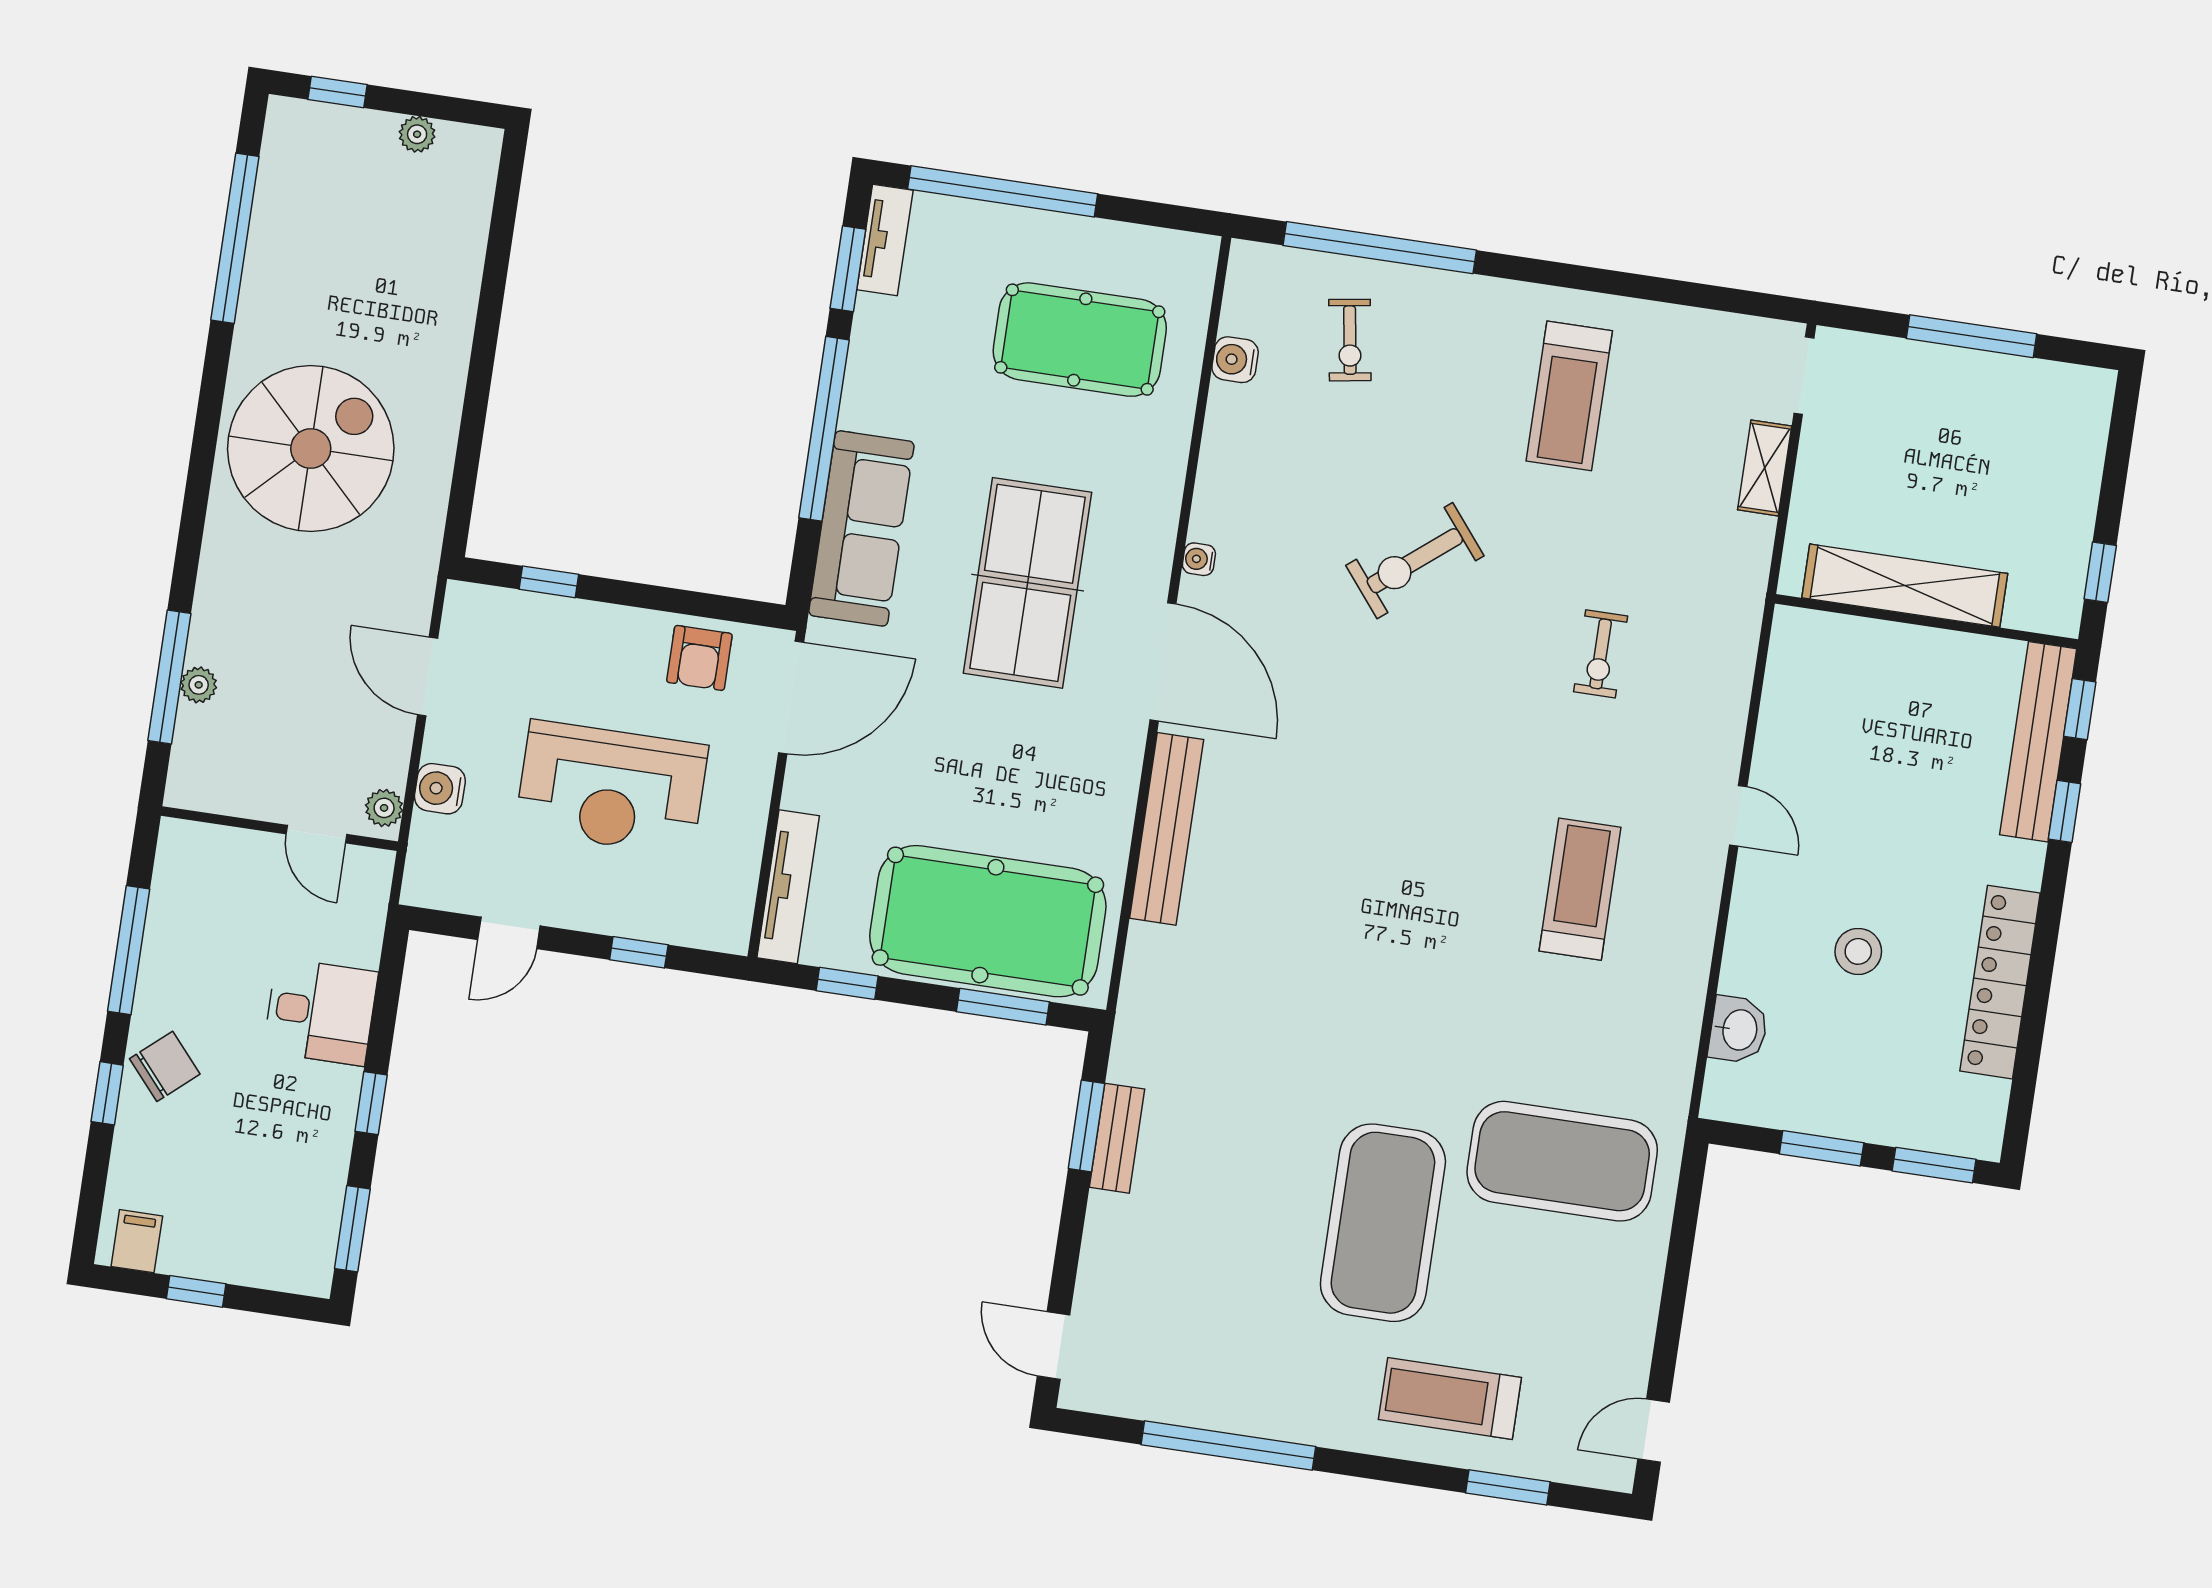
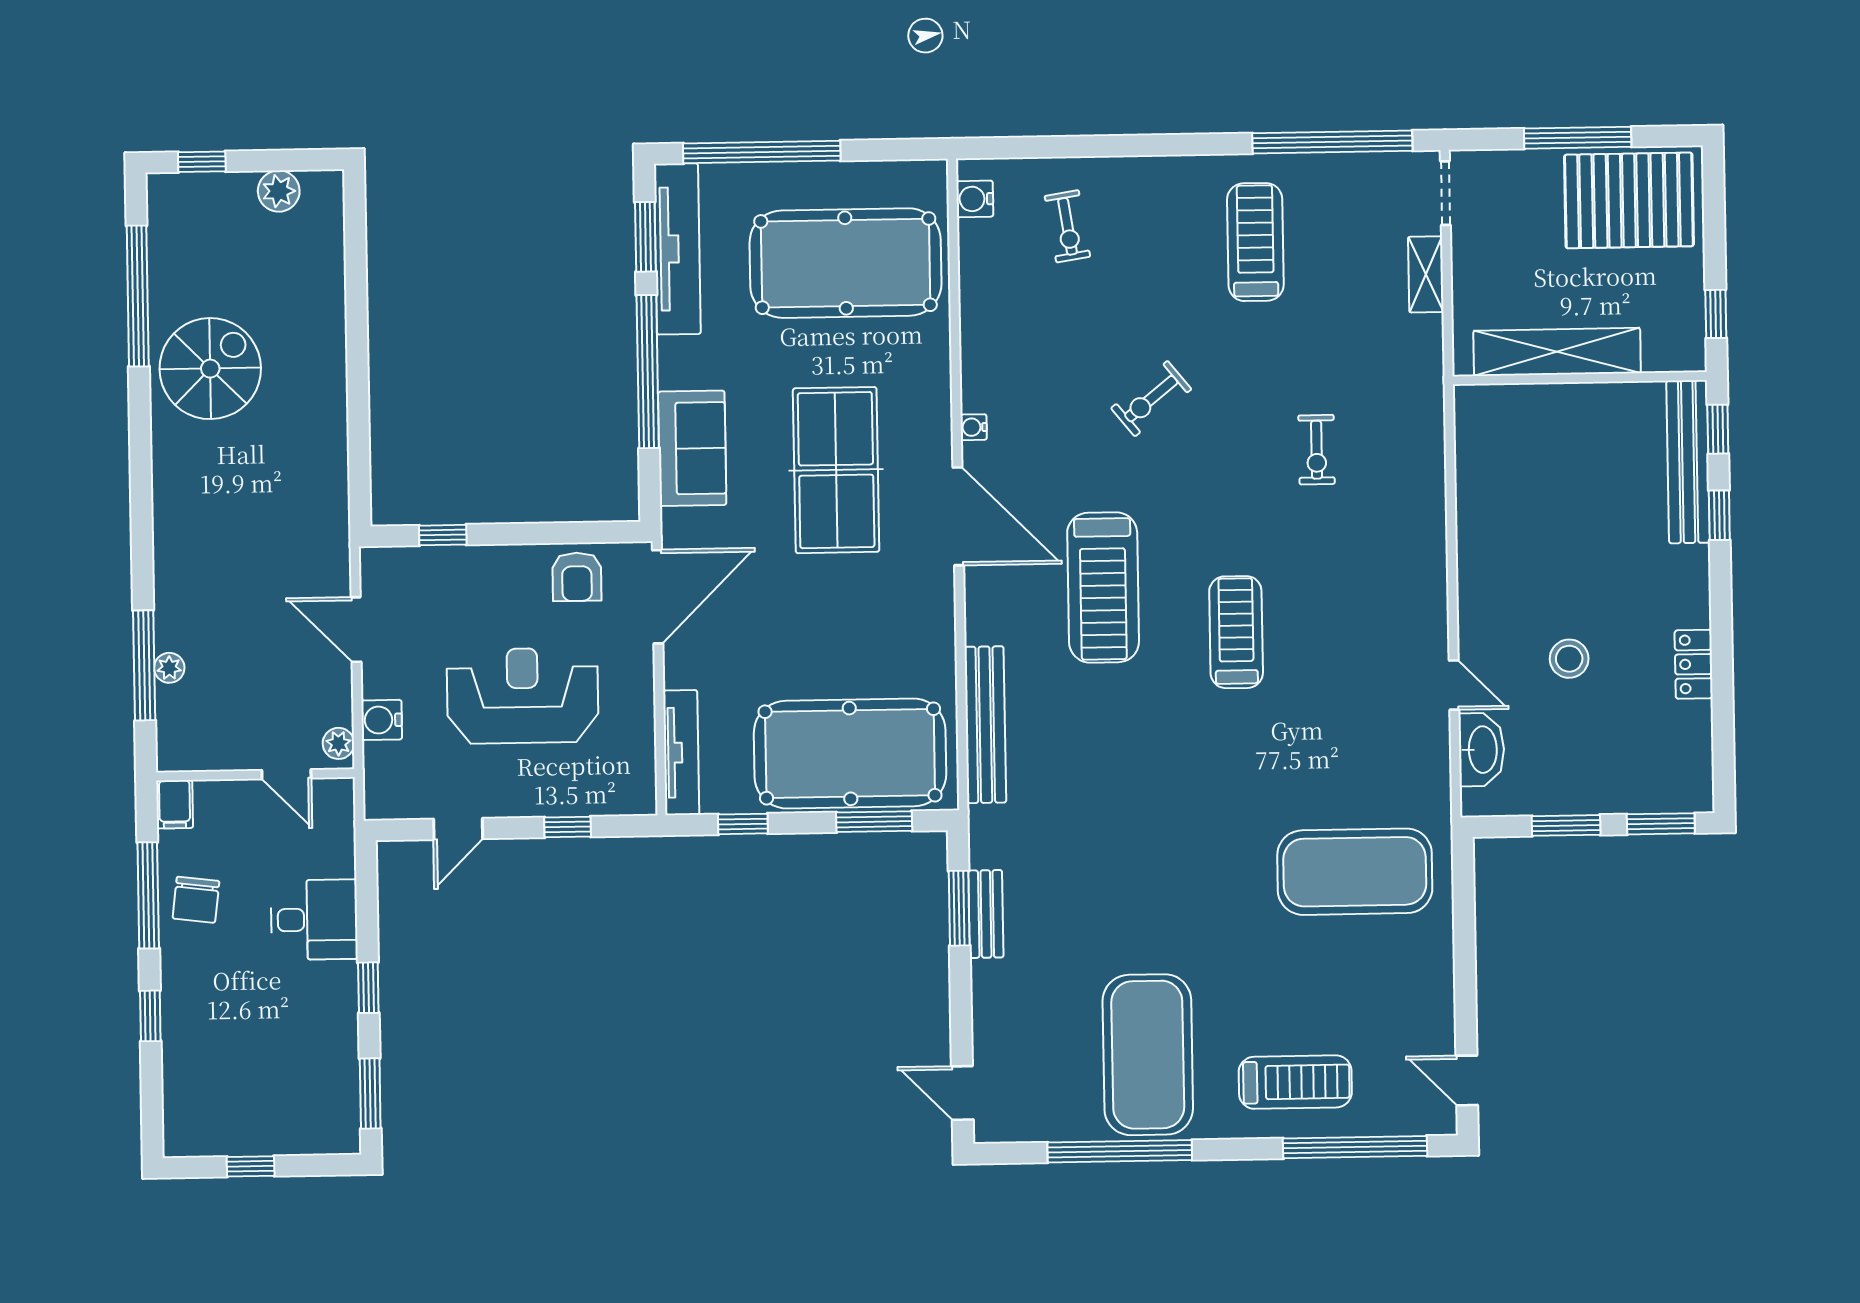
plant: (417, 134) -> (279, 191), width x1.38, depth x1.38
tv unit: (885, 240) -> (677, 249), width x1.92, depth x1.29
window: (1380, 248) -> (1332, 142), moved
pool table: (1080, 340) -> (846, 263), width x1.36, depth x1.32
water cooler: (1235, 360) -> (975, 199), moved
treadmill: (1569, 396) -> (1255, 242), turned 180
pallet: (2020, 421) -> (1629, 200), added
spiral stairs: (311, 449) -> (210, 369), moved, width x0.73, depth x0.73
sofa: (861, 528) -> (692, 448), width x0.73
exercise bike: (1415, 561) -> (1151, 399), width x0.73, depth x0.72
treadmill: (1320, 775) -> (1103, 587), added
reception desk: (612, 788) -> (523, 696), turned 180
door: (1738, 816) -> (1454, 685), moved
bench: (1167, 829) -> (985, 725), moved
treadmill: (1580, 889) -> (1236, 632), moved
locker: (2000, 982) -> (1694, 664), width x0.46, depth x0.83
washbasin: (1738, 1030) -> (1481, 750), width x1.38
chair: (165, 1066) -> (196, 900), moved, turned 138
exercise mat: (1383, 1223) -> (1148, 1055), moved
filing cabinet: (137, 1241) -> (175, 804), moved, turned 180
treadmill: (1450, 1399) -> (1295, 1082), turned 180
door: (1654, 1431) -> (1467, 1080), hinge flipped
window: (1508, 1487) -> (1355, 1147), width x2.11

